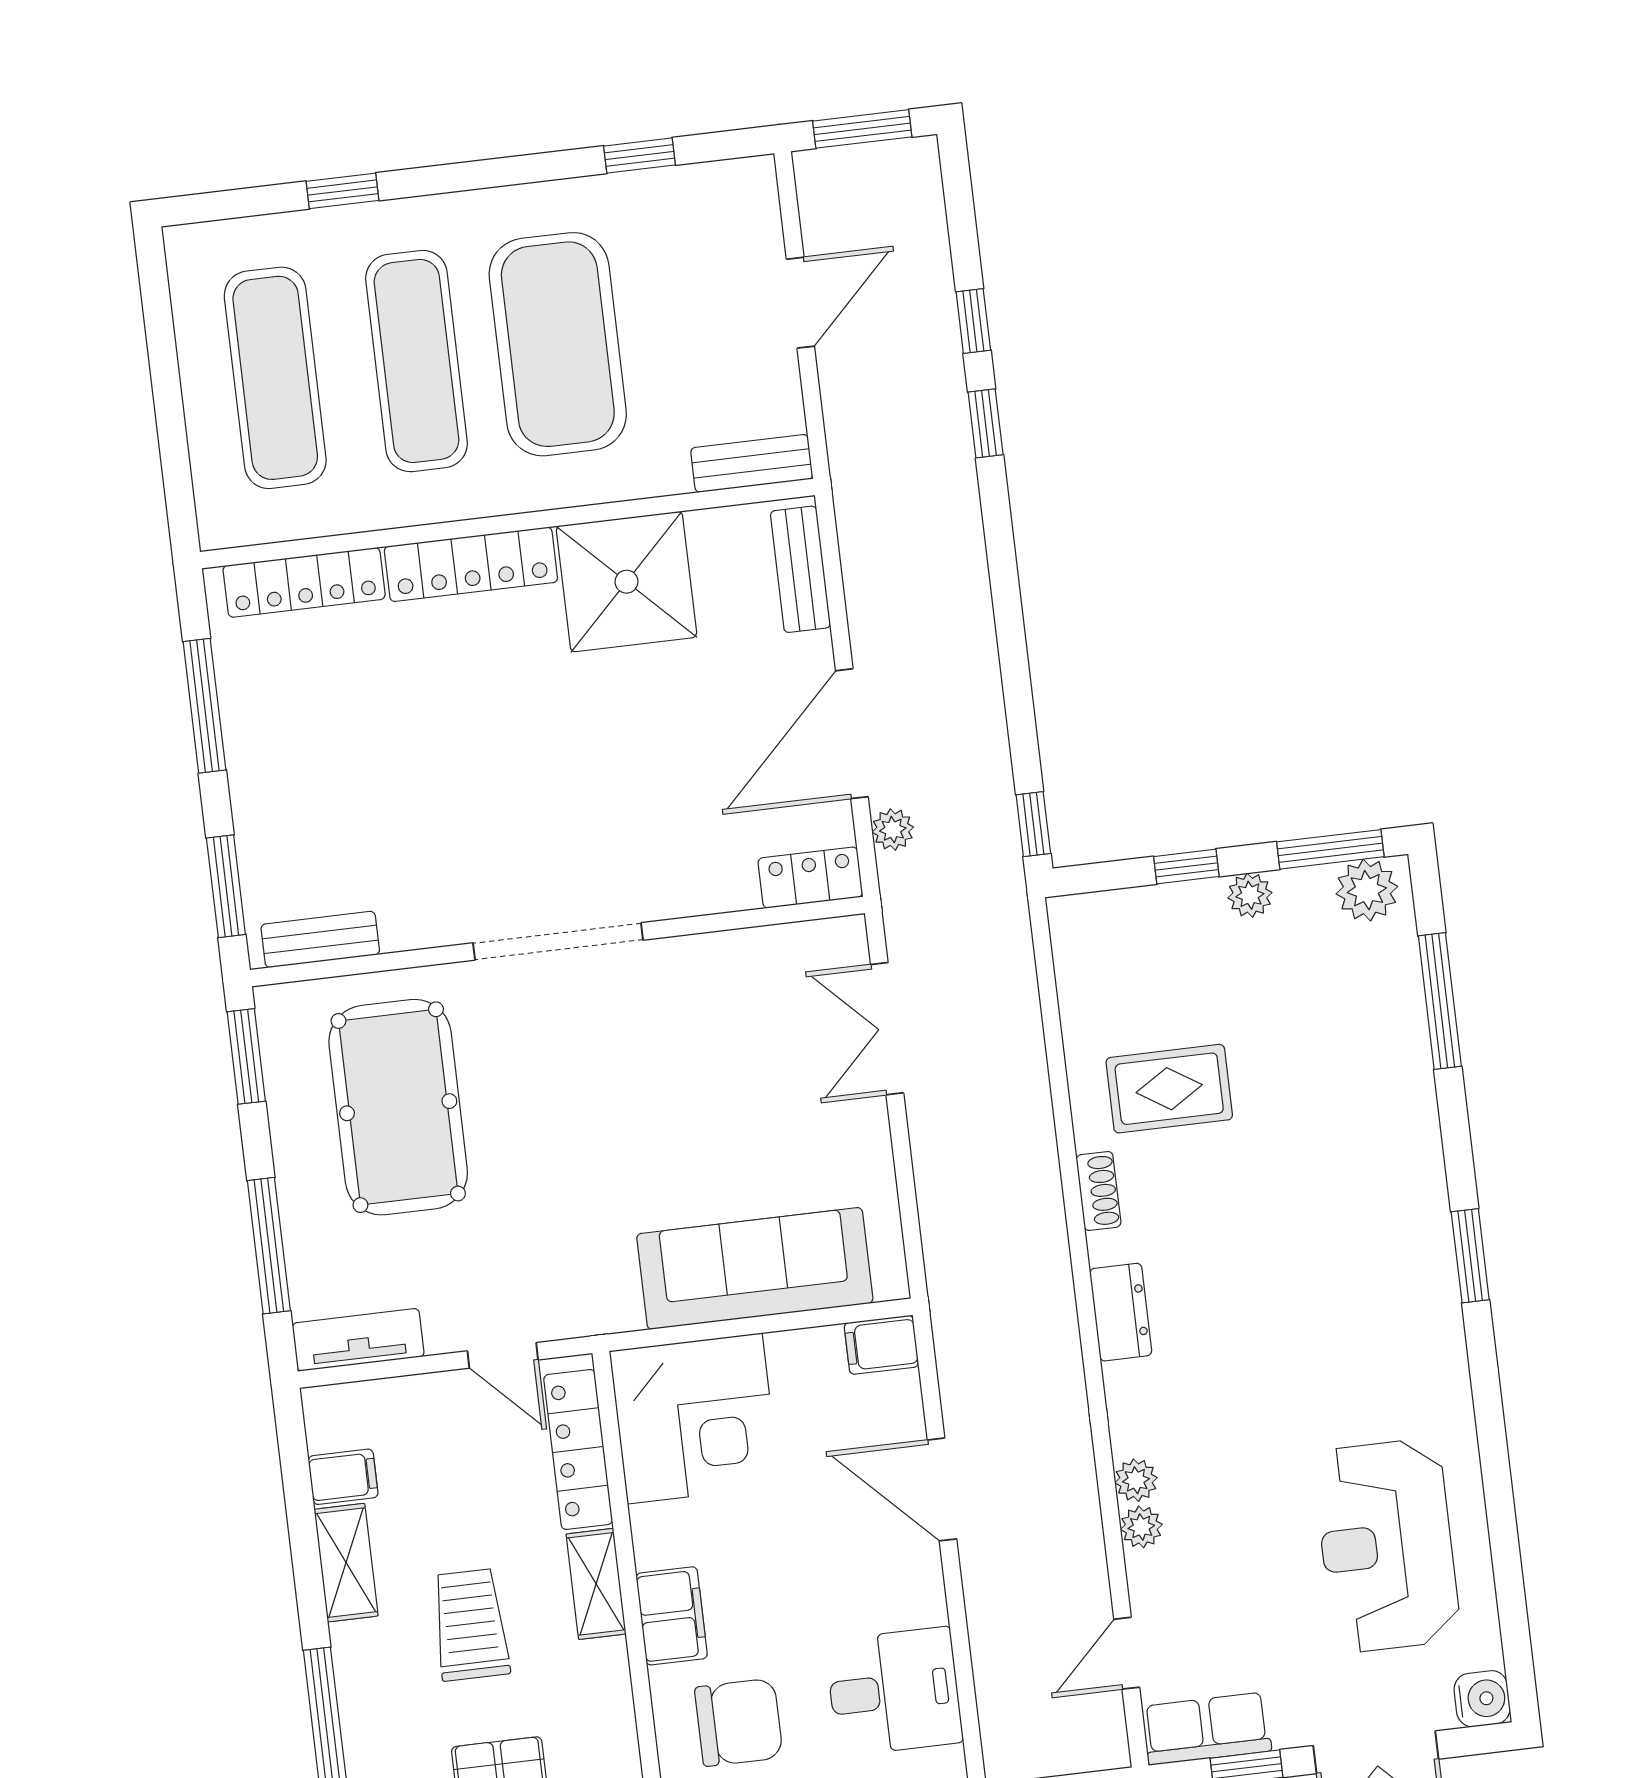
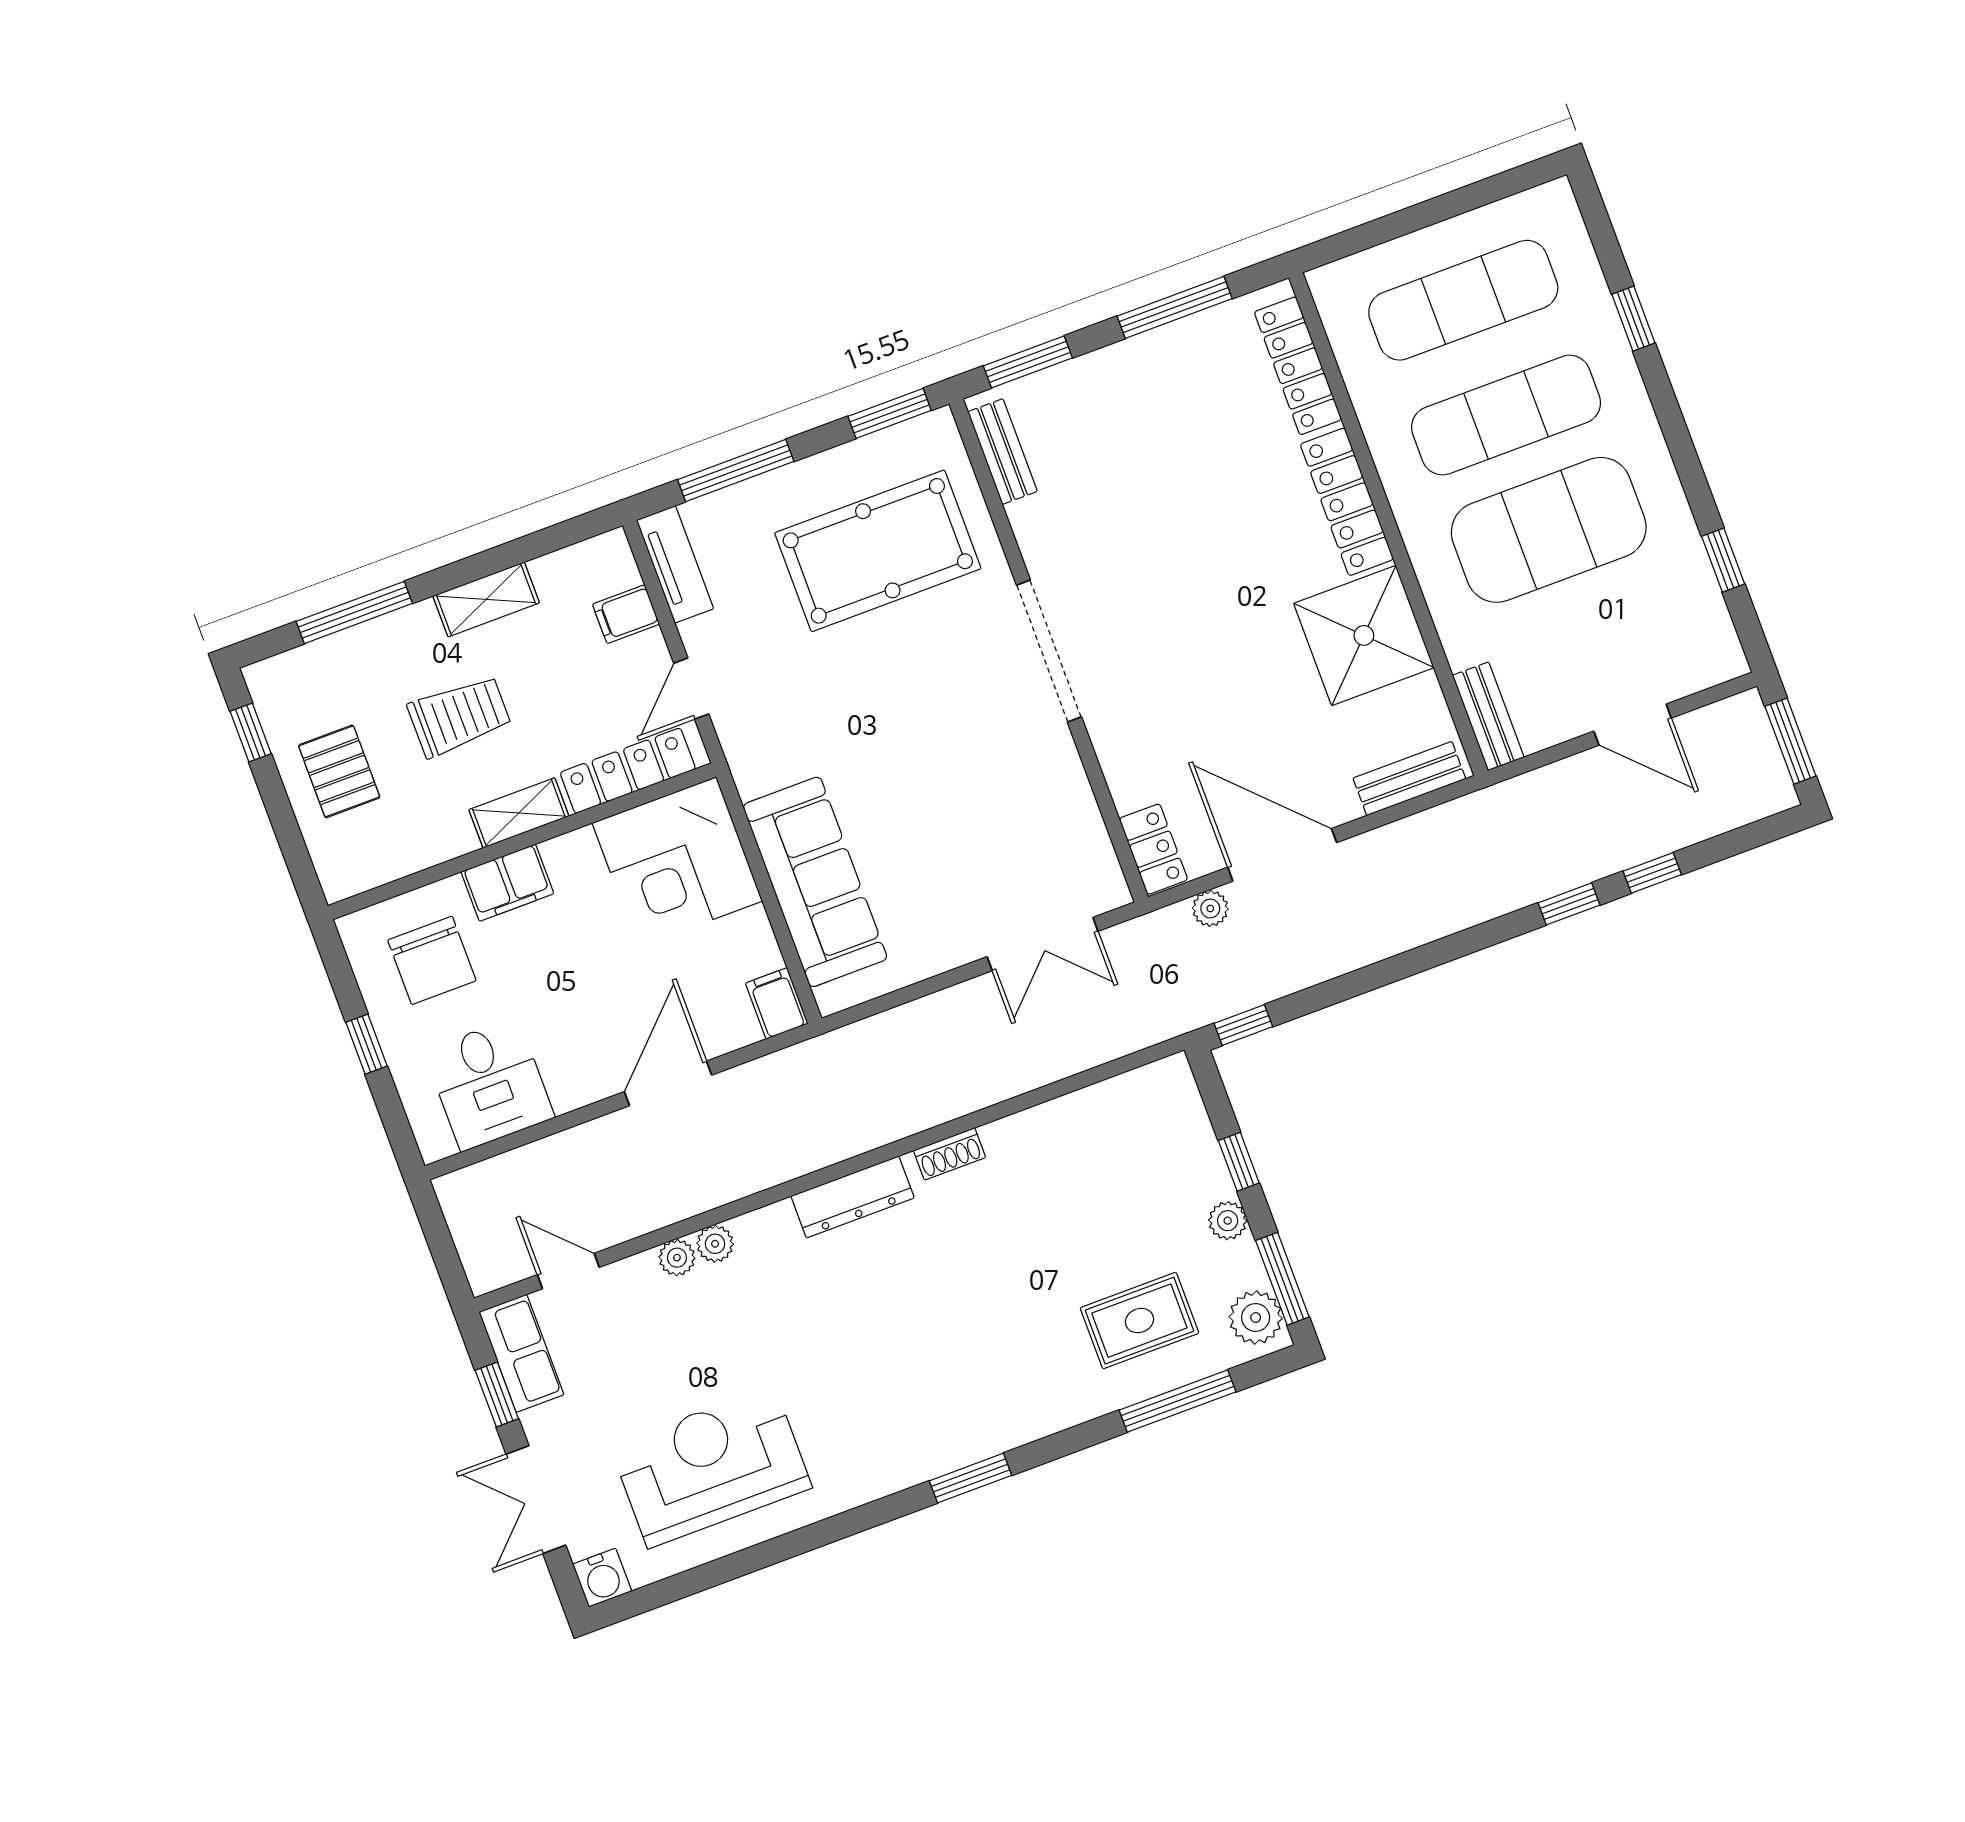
double door: (887, 1029) -> (1043, 944), swing flipped
rug: (1169, 1089) -> (1139, 1321), moved, turned 90
dresser: (1121, 1312) -> (853, 1197), width x1.44
filing cabinet: (343, 1477) -> (626, 614), moved, turned 90

